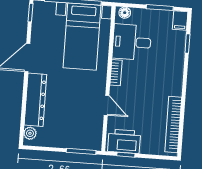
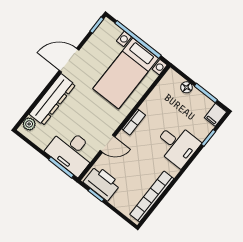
floor lamp: (125, 13) -> (186, 87), moved
desk: (132, 42) -> (177, 145), moved, turned 180
door: (106, 105) -> (108, 144), hinge flipped
desk: (81, 132) -> (71, 151), added

